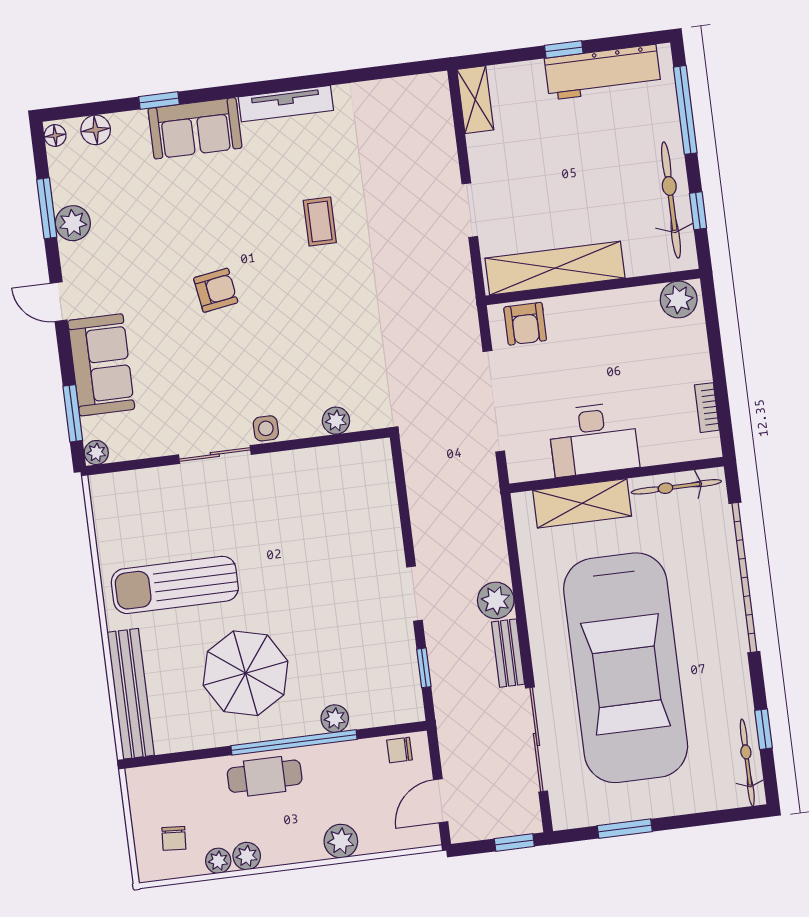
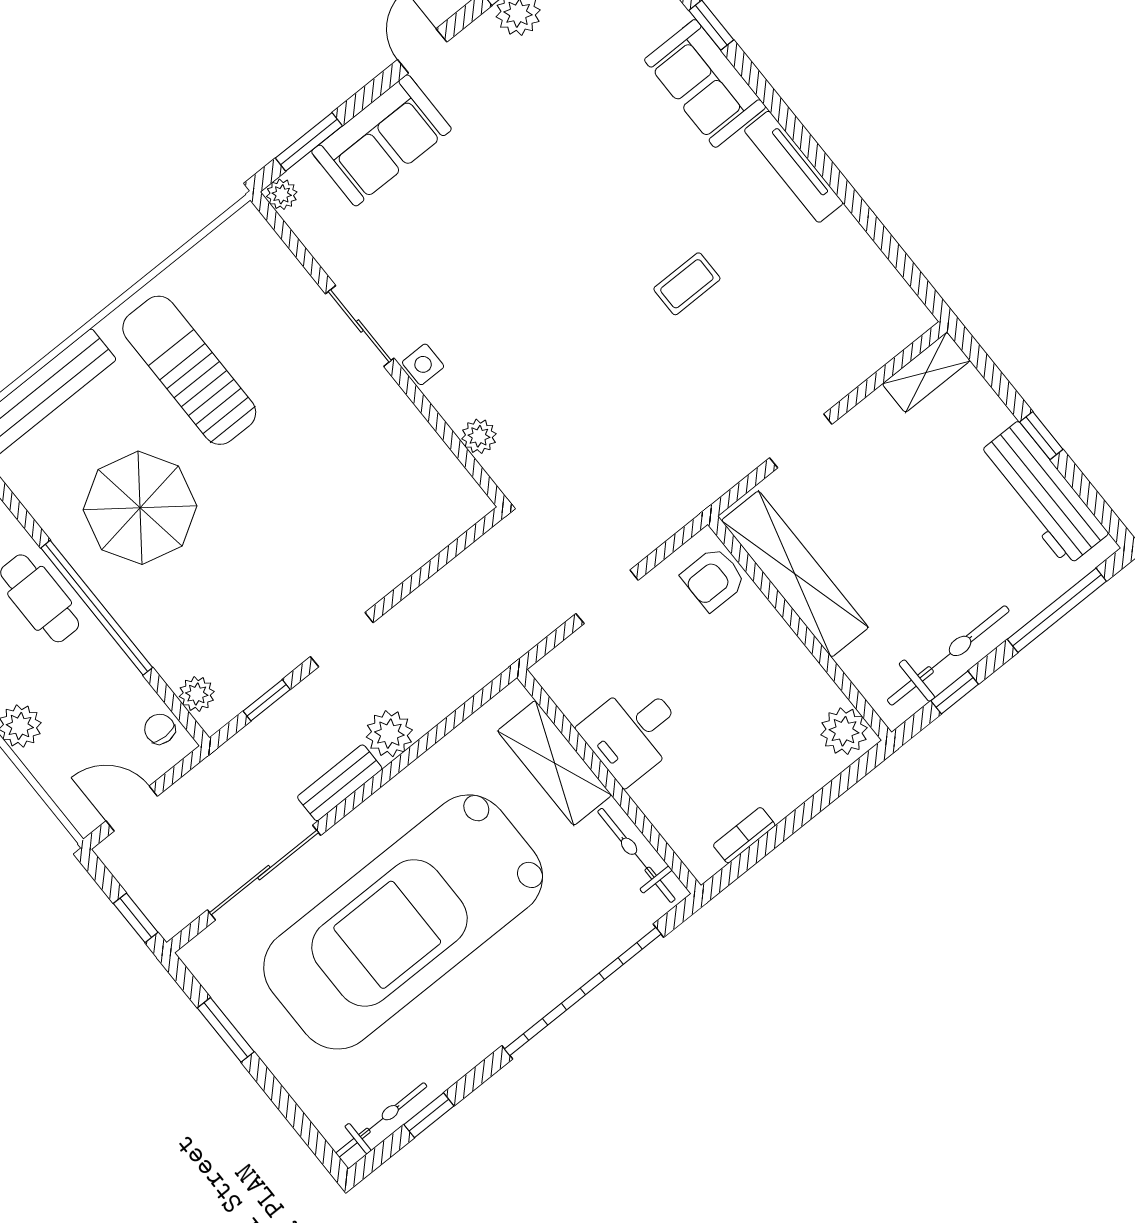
armchair: (216, 290) -> (541, 216), removed
doorway: (494, 401) -> (607, 597), width x0.53
desk: (593, 439) -> (633, 732), width x0.73
plant: (335, 719) -> (197, 694), moved

